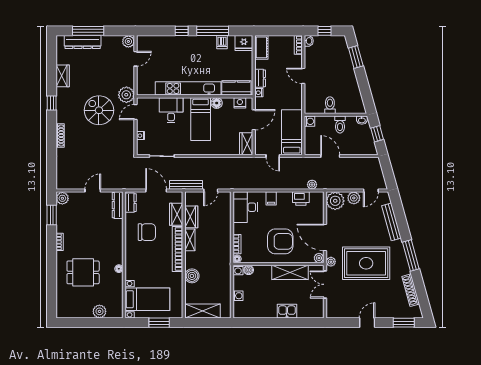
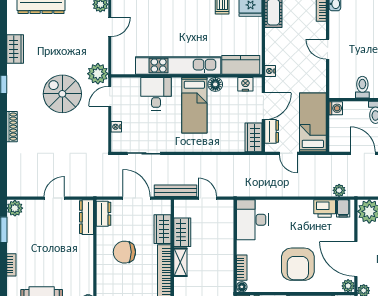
dresser: (260, 78) -> (272, 131), moved
door: (211, 191) -> (207, 198), swing flipped
filing cabinet: (271, 198) -> (343, 208), moved
chair: (147, 232) -> (124, 252), turned 180
armchair: (280, 241) -> (298, 264), turned 90

